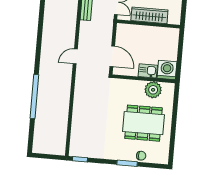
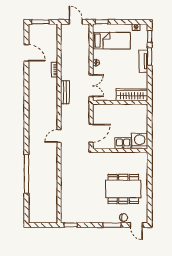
wardrobe: (149, 15) -> (132, 95), moved
door: (112, 56) -> (91, 133), hinge flipped
plant: (153, 90) -> (129, 159), removed
door: (155, 166) -> (136, 225), added

